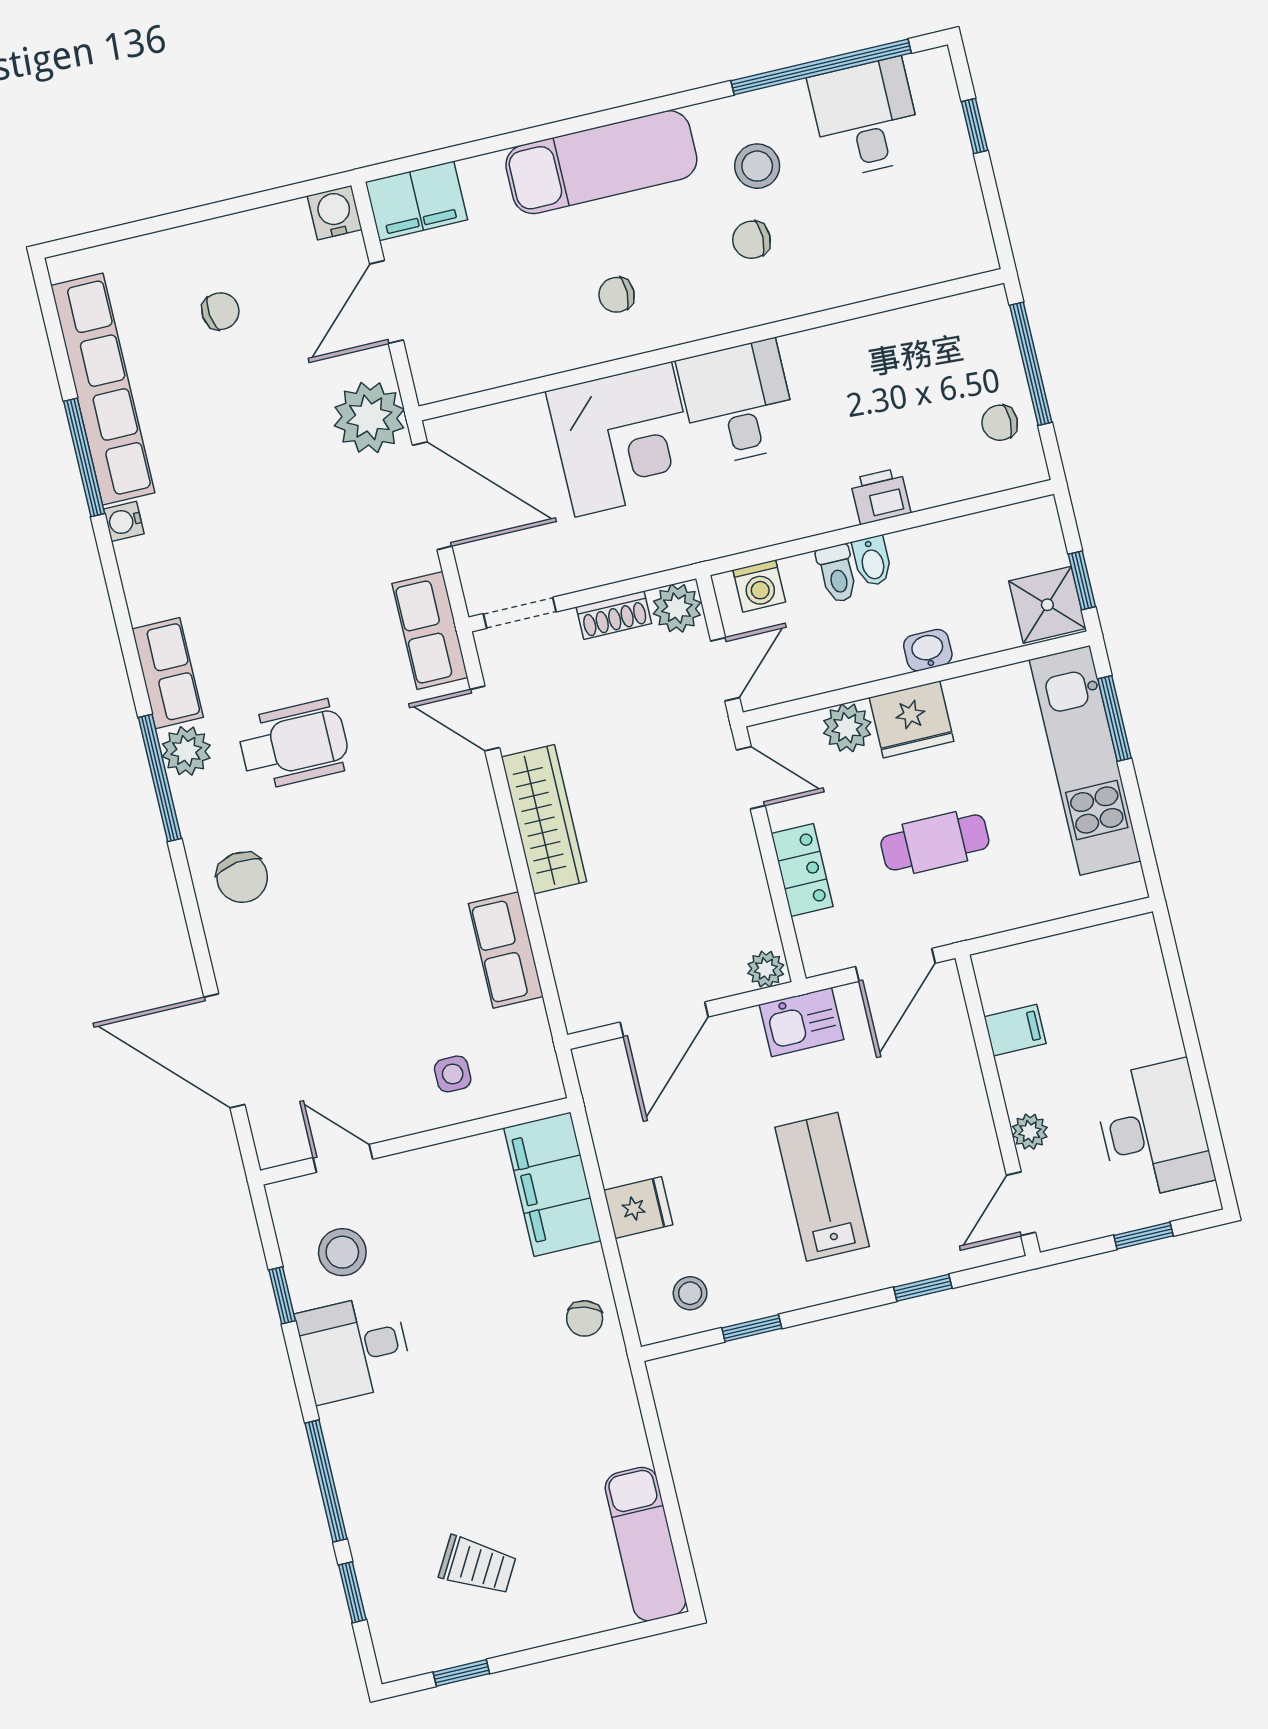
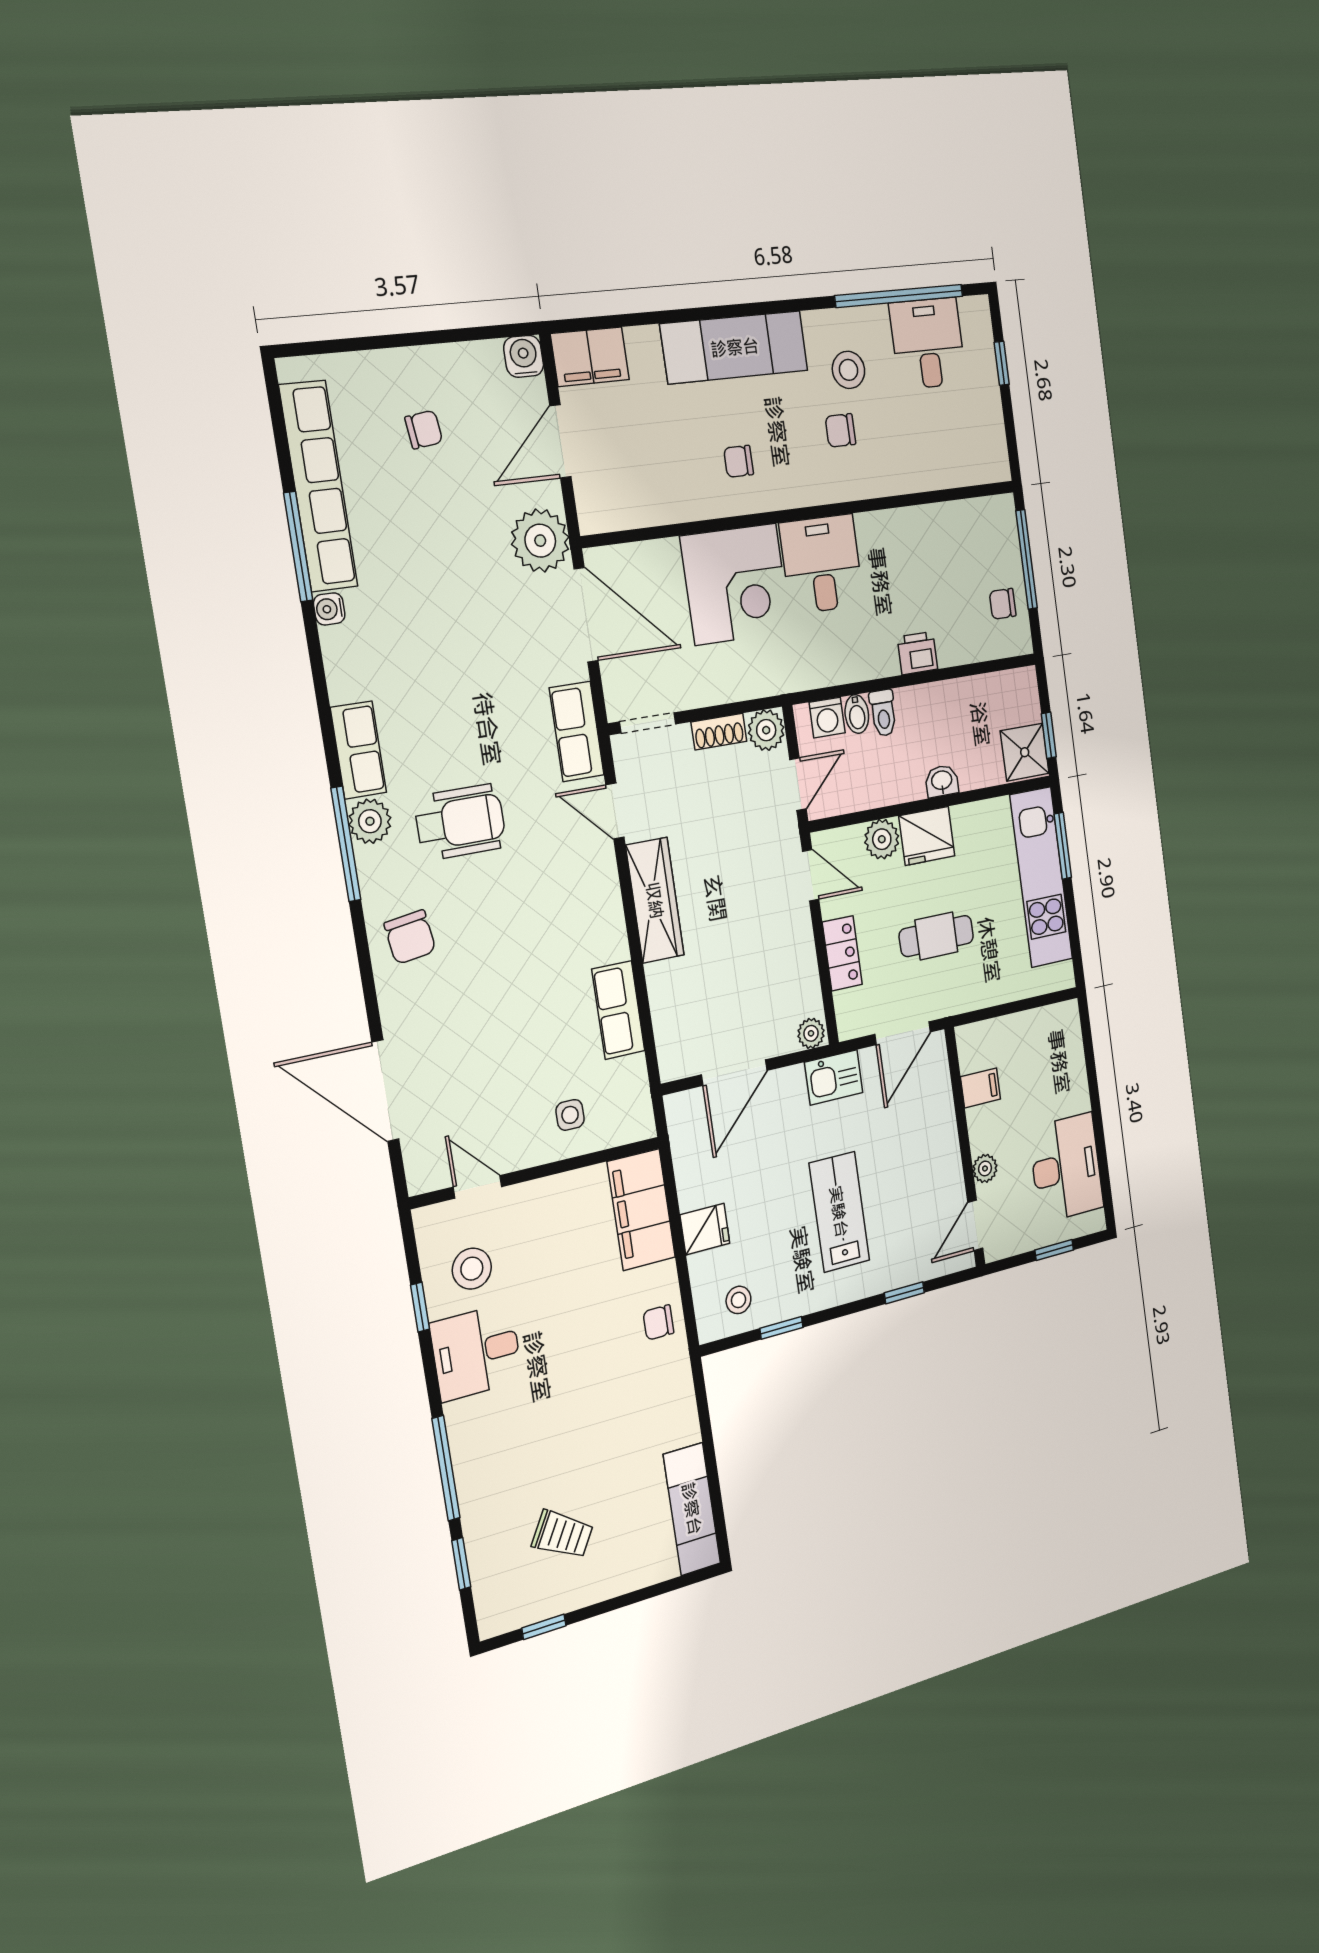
bidet: (872, 561) -> (857, 714), moved
chair: (585, 1318) -> (658, 1322), turned 72

